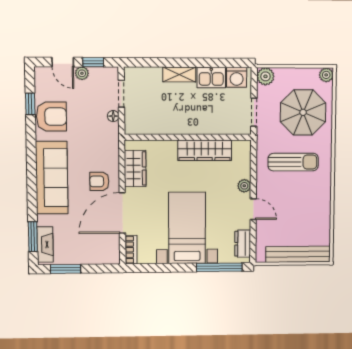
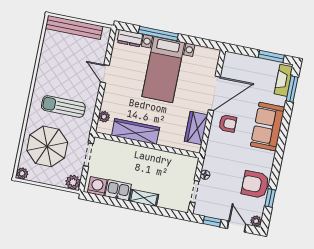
plant: (82, 73) -> (256, 221), moved
sofa: (52, 178) -> (268, 127), width x0.73
plant: (244, 186) -> (104, 117), moved
dresser: (243, 244) -> (130, 38), moved, turned 90
bookcase: (131, 250) -> (214, 61), removed
window: (219, 267) -> (158, 34), moved

